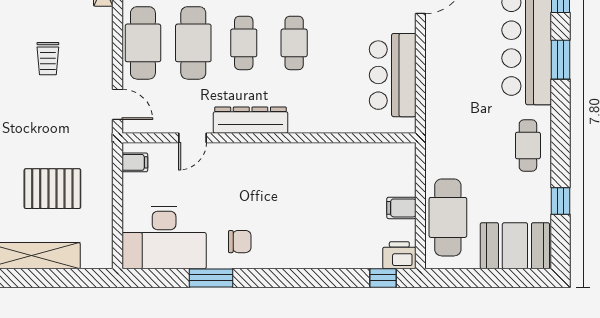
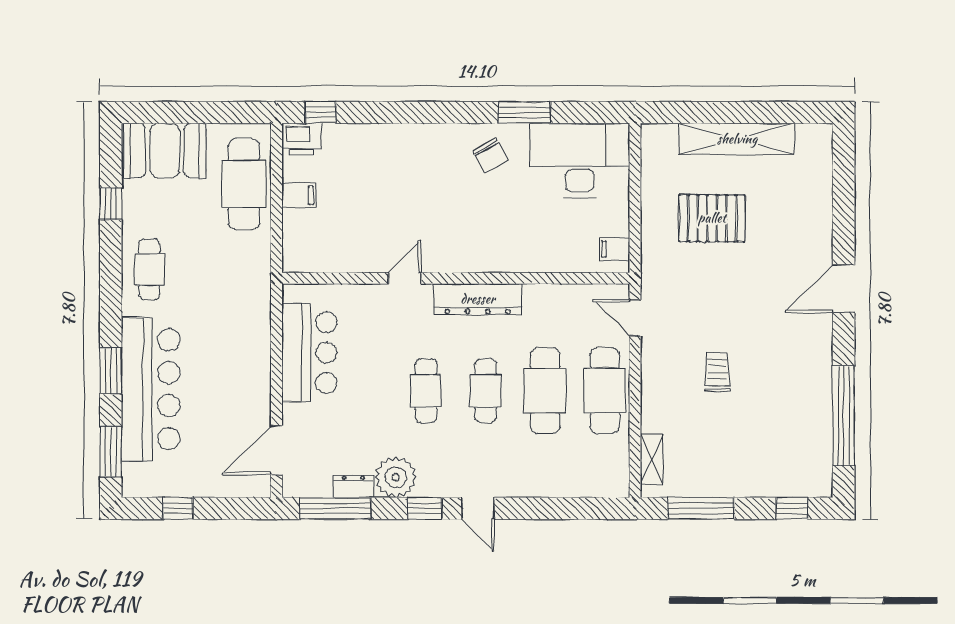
door: (192, 138) -> (405, 278), moved
chair: (240, 242) -> (490, 156), turned -119

